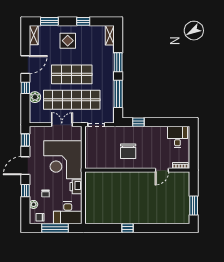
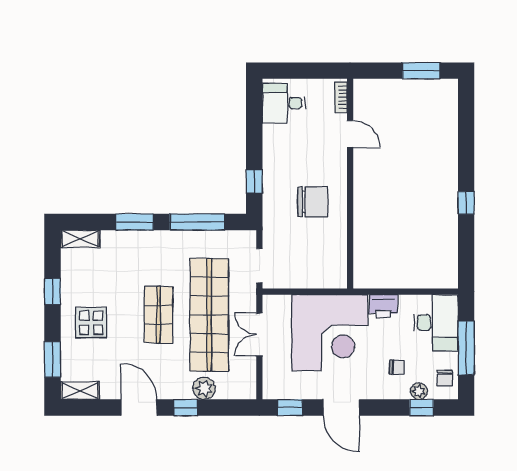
shop shelf: (72, 74) -> (158, 315), width x0.70, depth x0.74
window: (25, 191) -> (422, 408), moved

